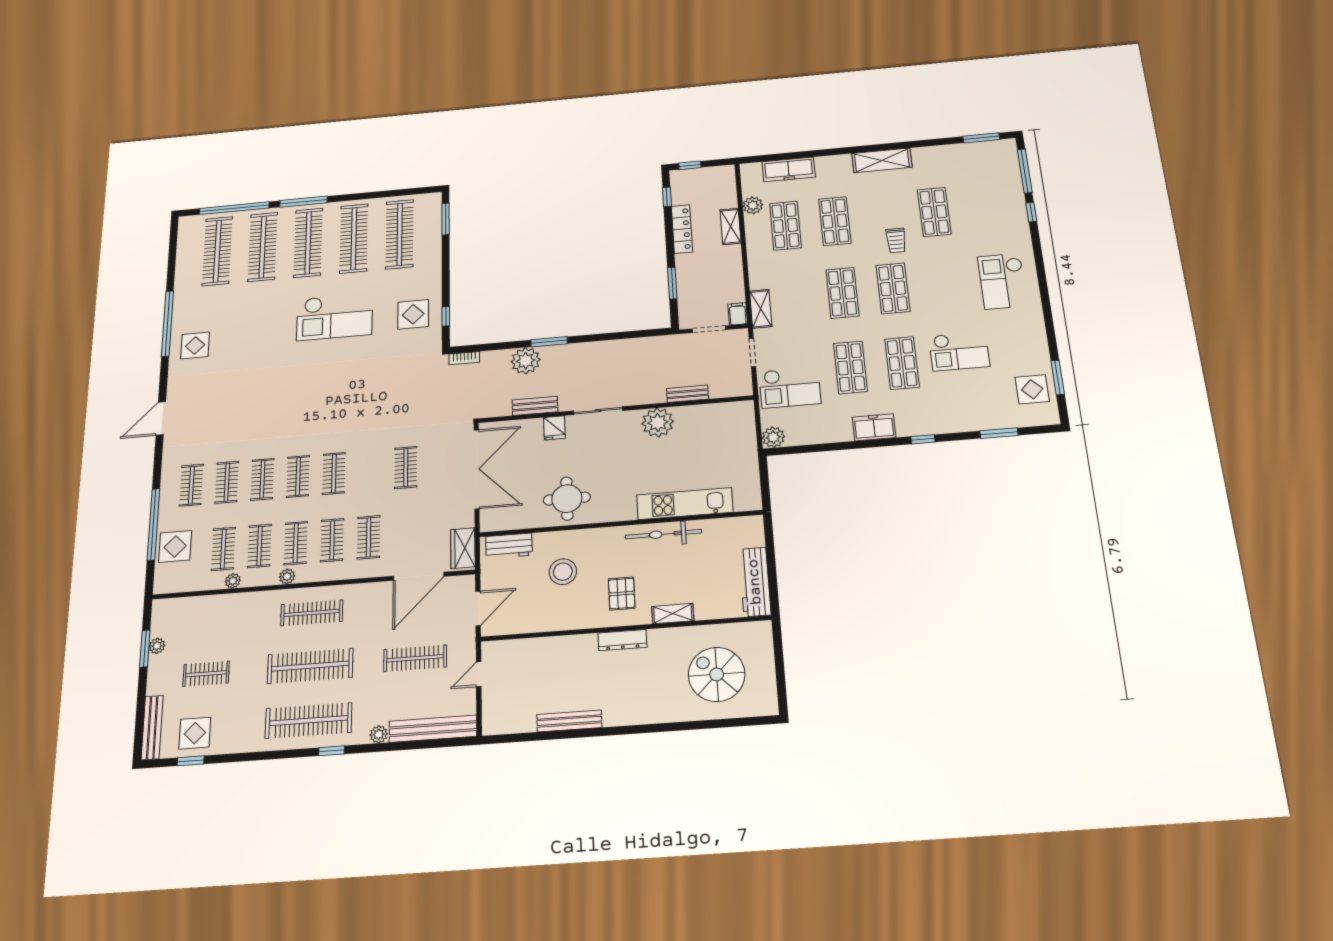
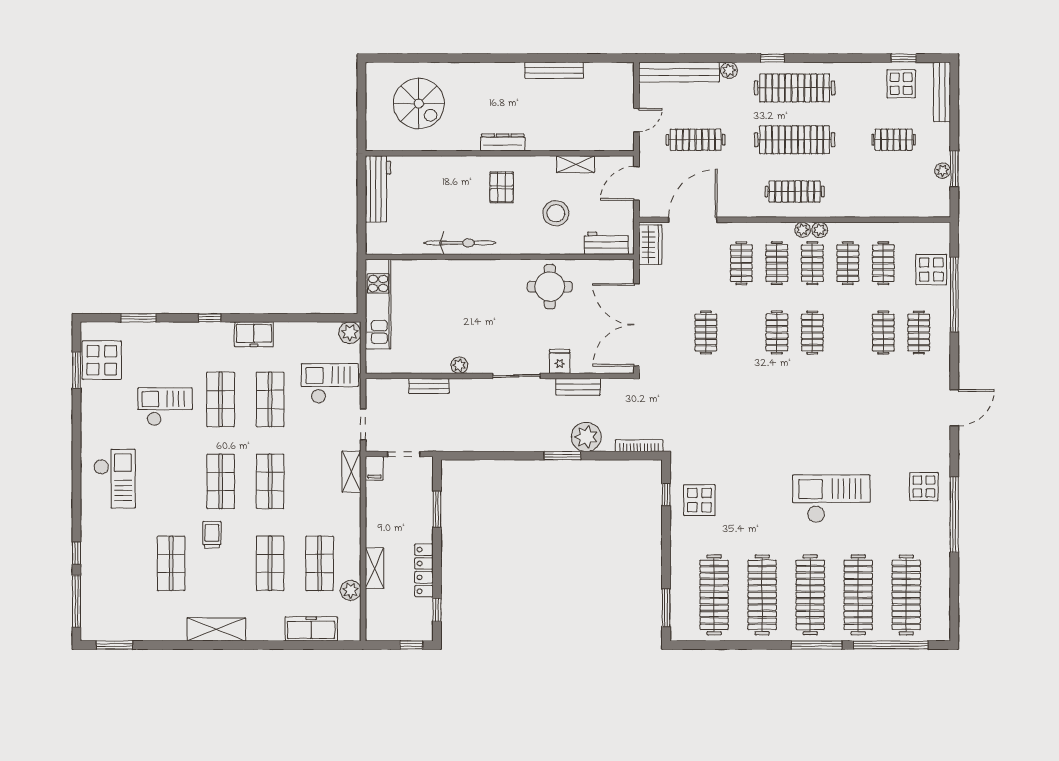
checkout: (335, 317) -> (831, 499), moved
bookcase: (464, 358) -> (639, 446), width x1.56
display table: (1032, 389) -> (102, 360), width x1.36, depth x1.36
plant: (658, 423) -> (459, 365), width x0.53, depth x0.53
clothes rail: (262, 479) -> (848, 333), removed
kitchen unit: (685, 504) -> (378, 304), moved, turned -90
plant: (233, 581) -> (803, 230), moved
shelving: (673, 614) -> (575, 164), moved

